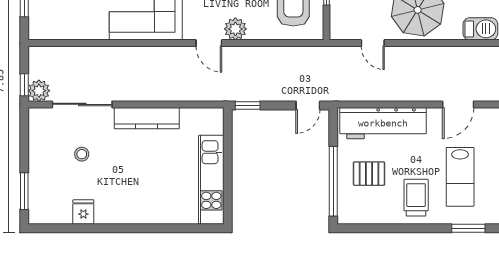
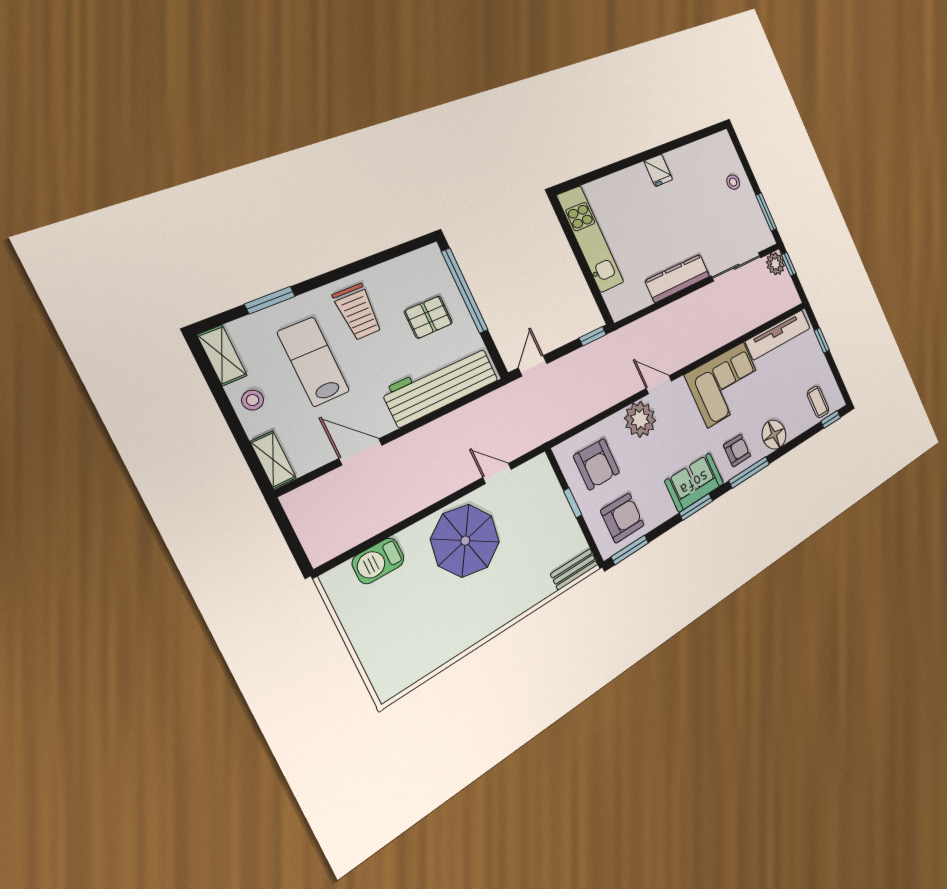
plant: (235, 29) -> (640, 419), width x1.36, depth x1.36
tv unit: (70, 30) -> (778, 335), added
door: (458, 104) -> (361, 452), hinge flipped
stool: (82, 154) -> (733, 182), moved
window: (24, 191) -> (766, 212), moved
fridge: (83, 212) -> (658, 170), moved

